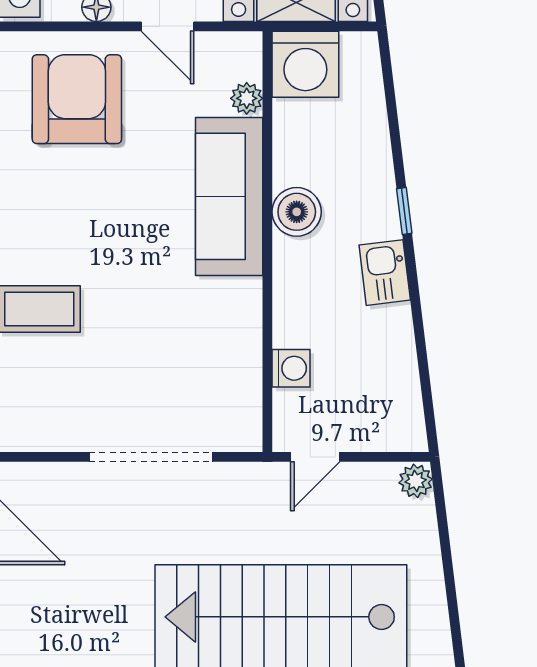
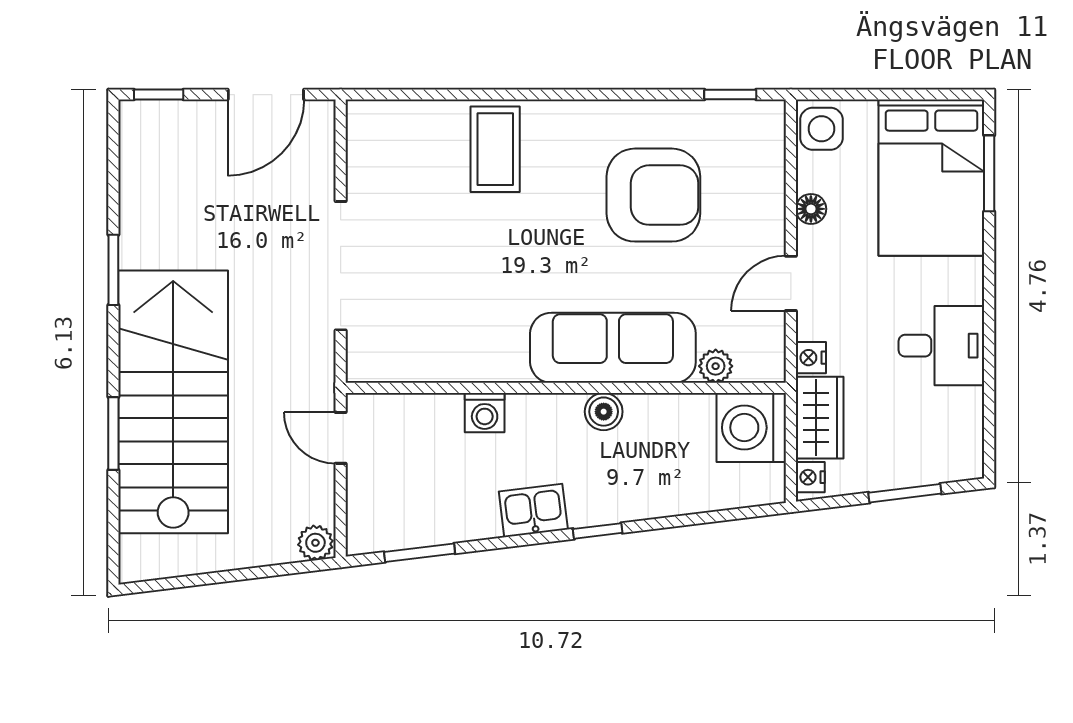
armchair: (77, 99) -> (653, 195), moved
boiler: (297, 212) -> (604, 412), width x0.73, depth x0.73
washing machine: (291, 368) -> (485, 413), moved
window: (425, 381) -> (420, 553), added

